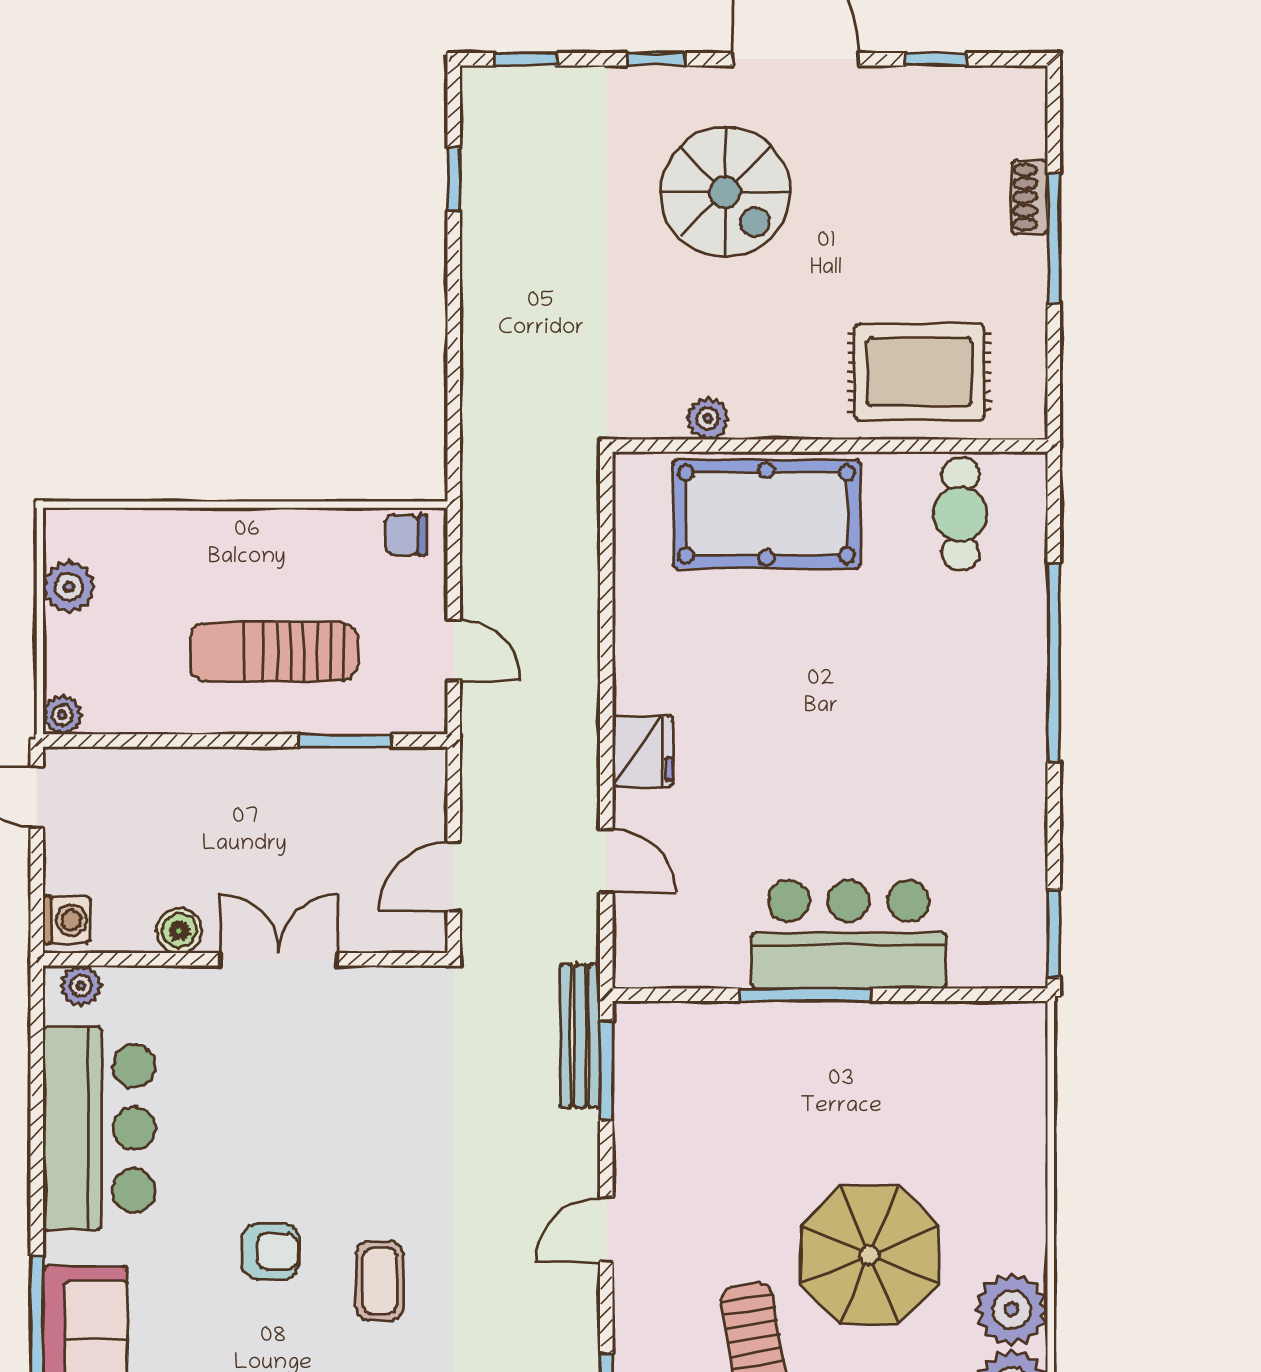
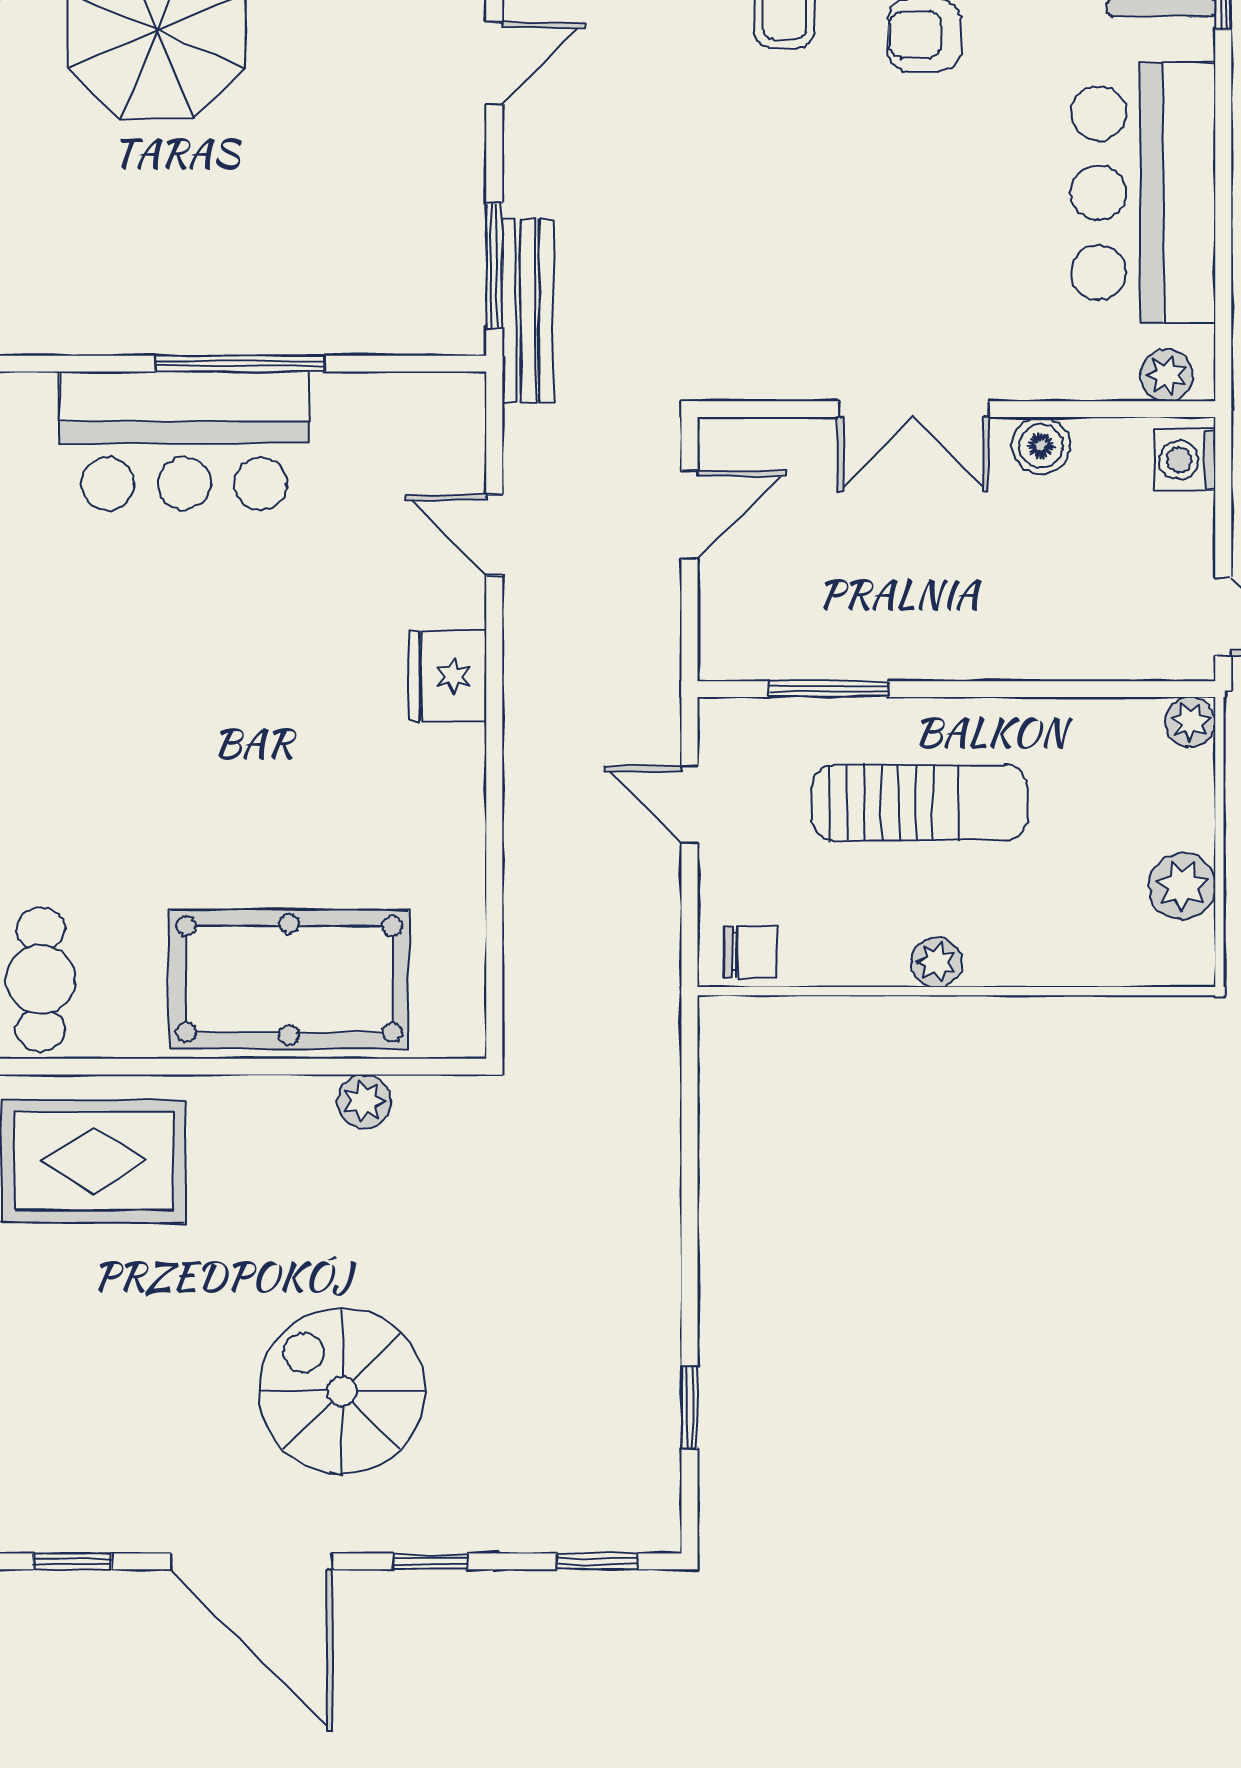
plant: (261, 527) -> (936, 962), added

